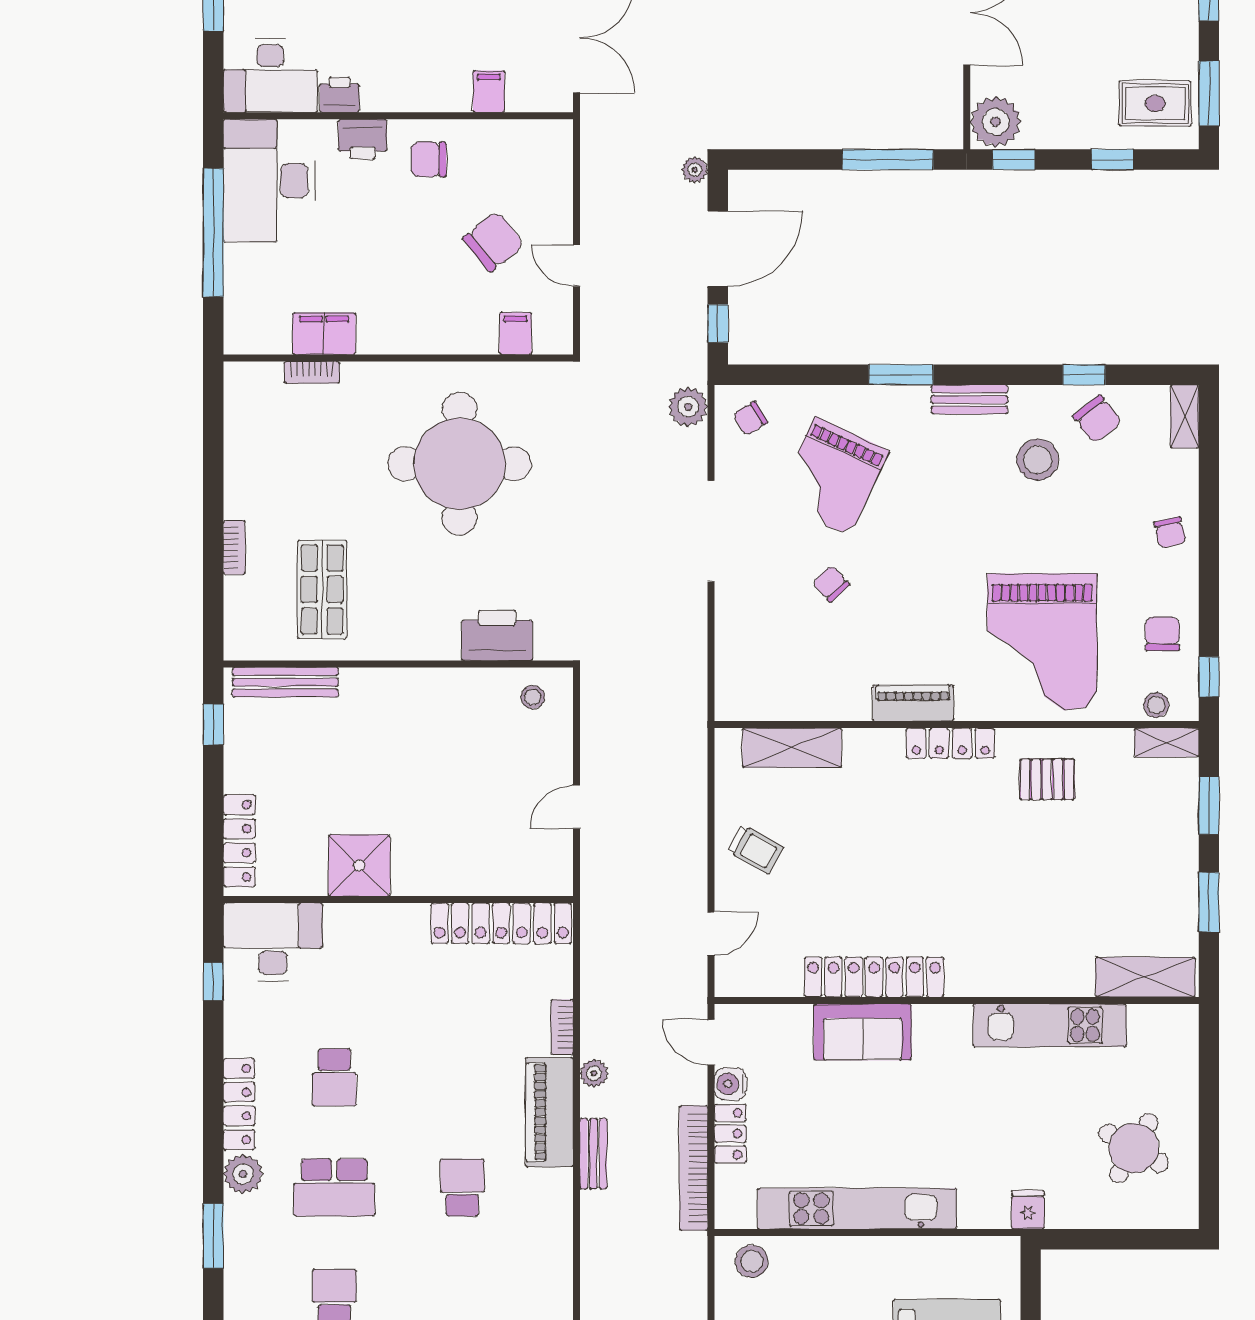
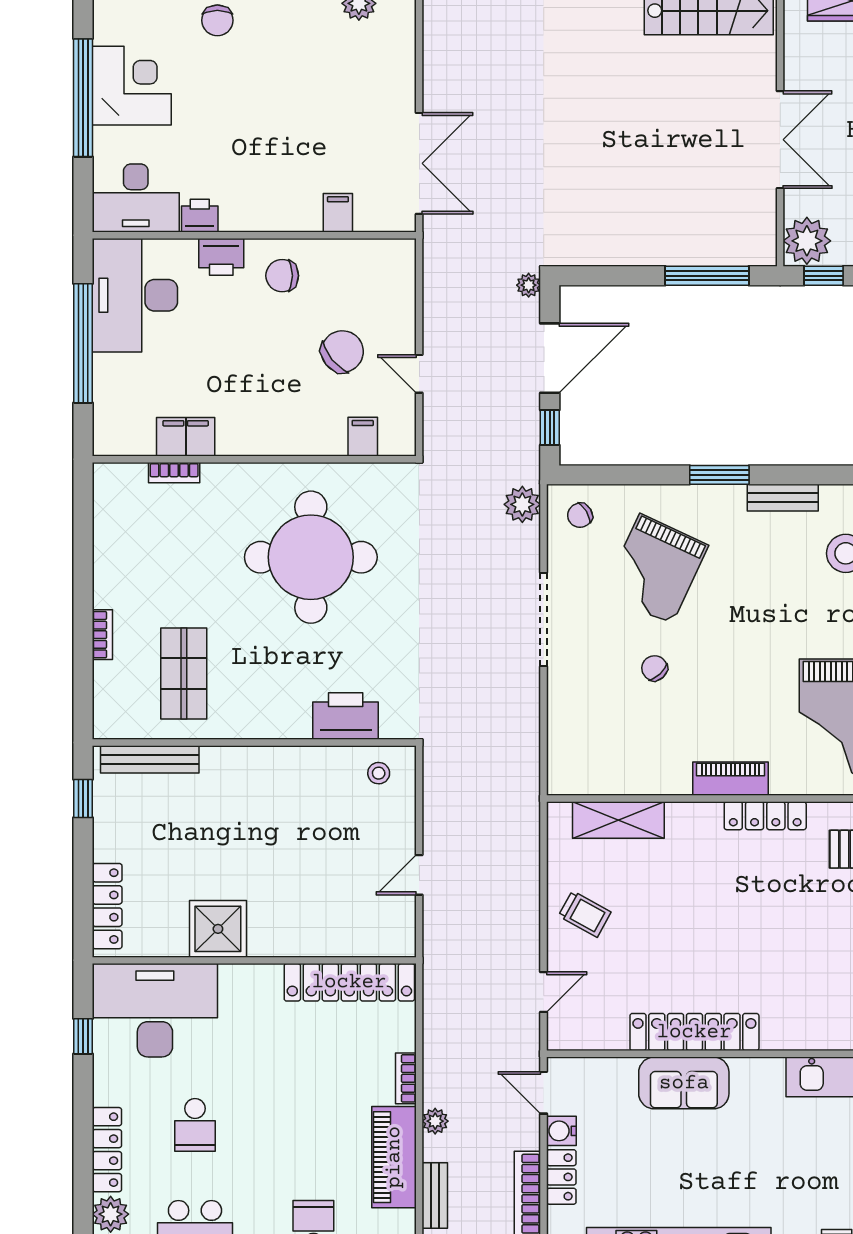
desk: (273, 942) -> (155, 1010), width x1.36, depth x1.30

